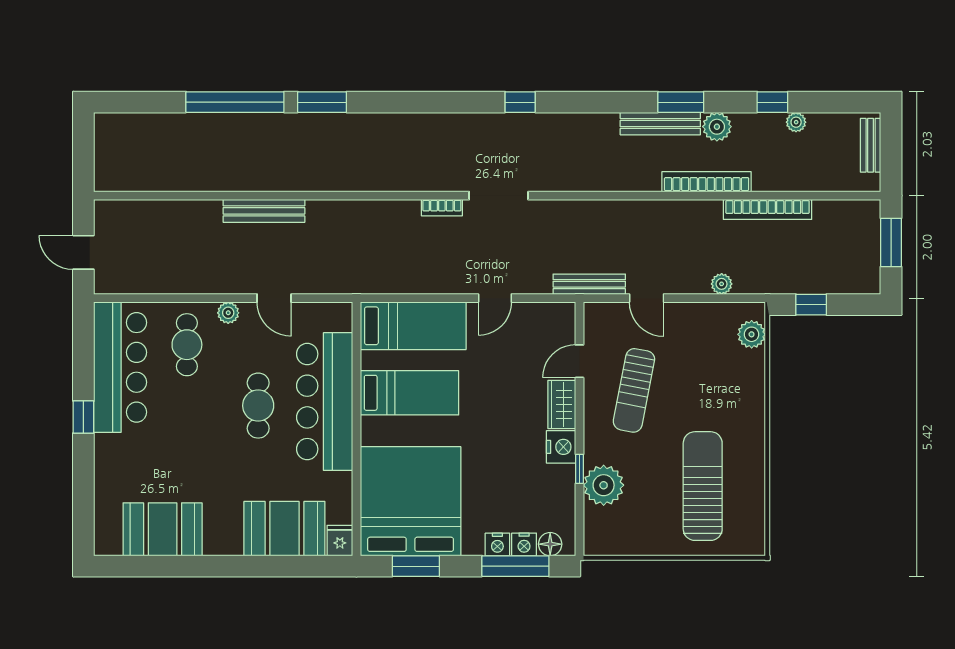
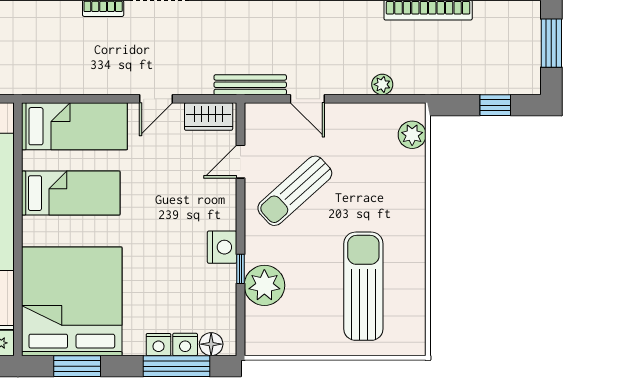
window: (811, 305) -> (495, 105), moved
sun lounger: (634, 390) -> (295, 191), turned 37
wardrobe: (562, 404) -> (209, 116), moved, turned -90

